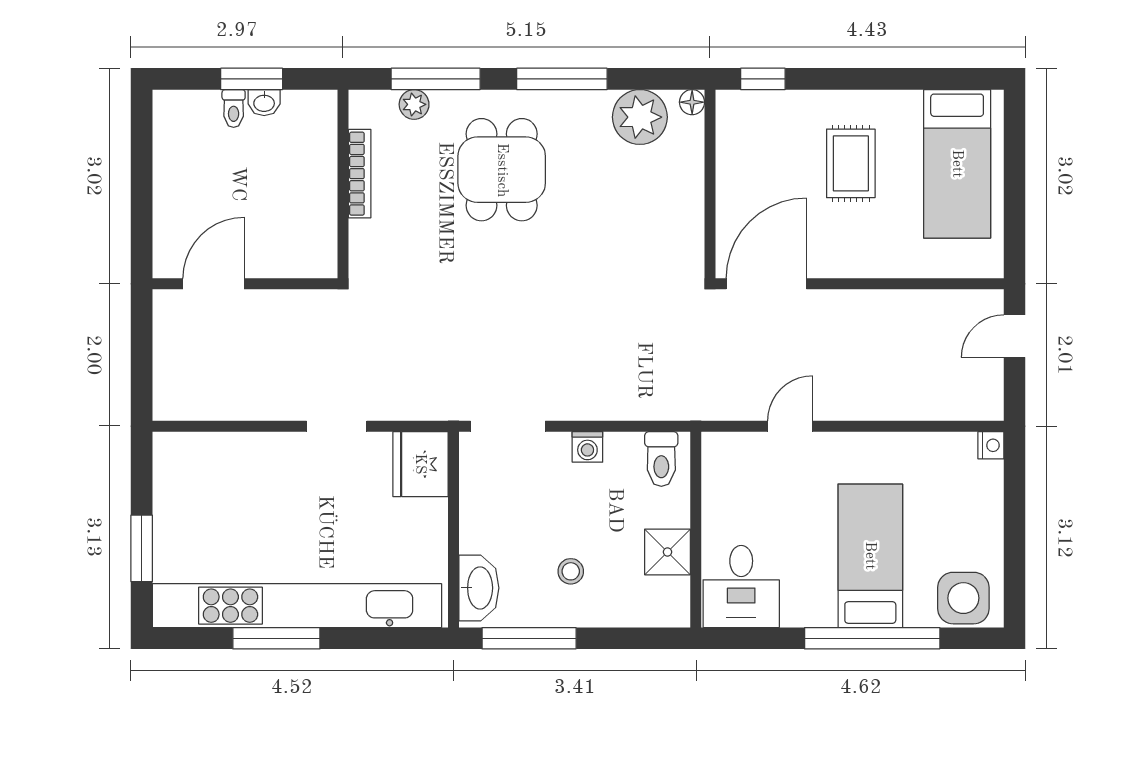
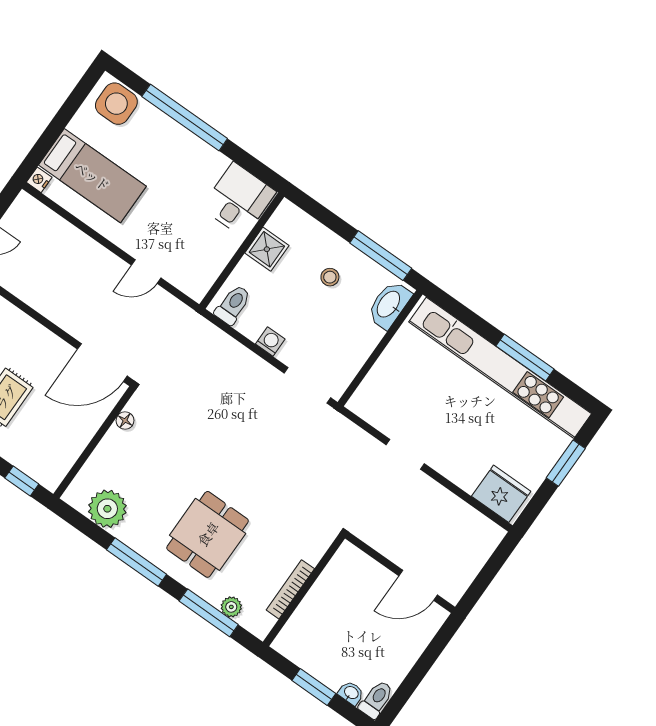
floor lamp: (692, 102) -> (125, 421), moved
washbasin: (264, 103) -> (351, 693), moved
toilet: (234, 109) -> (376, 699), moved, width x1.37, depth x1.39
fridge: (420, 464) -> (501, 494), moved, turned -90
bed: (870, 556) -> (92, 176), moved, turned -90

